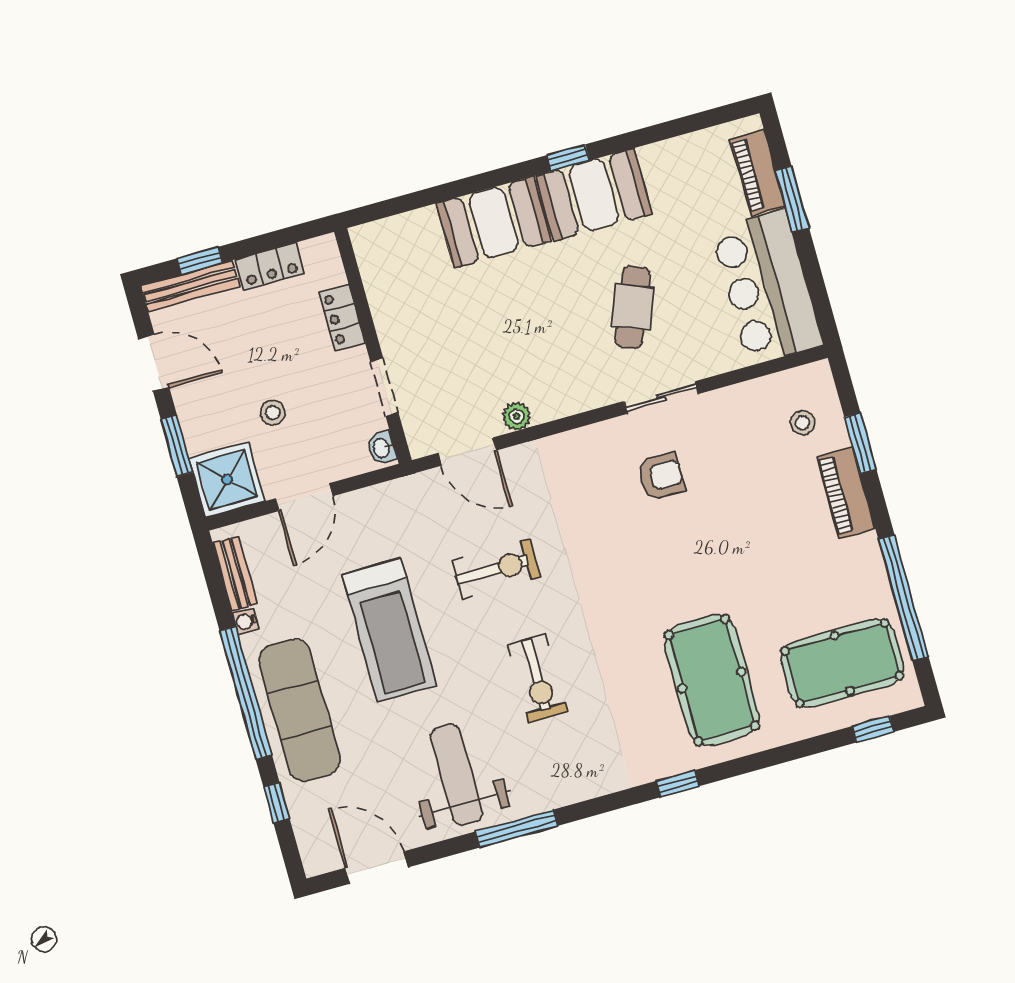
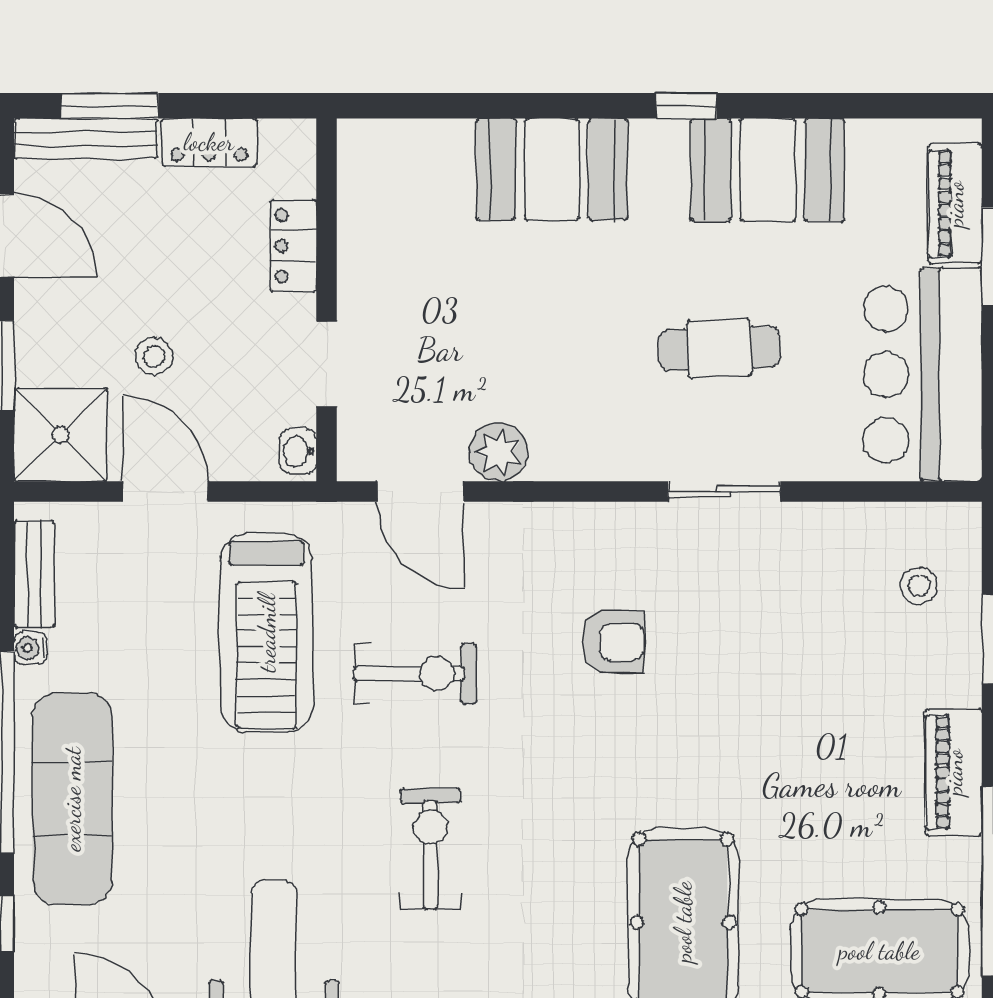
booth: (594, 195) -> (768, 170), moved
window: (200, 261) -> (110, 106), width x1.50
cafe table: (633, 307) -> (719, 348), turned 66
plant: (516, 416) -> (498, 452), width x1.38, depth x1.38
armchair: (661, 476) -> (613, 642), moved
piano: (846, 493) -> (954, 772), moved
door: (304, 497) -> (165, 491), swing flipped
treadmill: (389, 630) -> (267, 633), moved
exercise bike: (537, 678) -> (430, 849), turned 180

